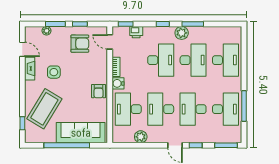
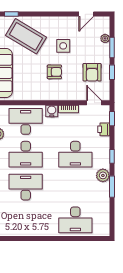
door: (110, 42) -> (94, 103), hinge flipped
desk: (193, 60) -> (75, 187), removed
fireplace: (30, 69) -> (67, 21), removed
armchair: (99, 91) -> (54, 72), moved, turned 180
window: (244, 106) -> (29, 239), removed
desk: (161, 109) -> (26, 154), turned 180
desk: (225, 109) -> (26, 220), removed

